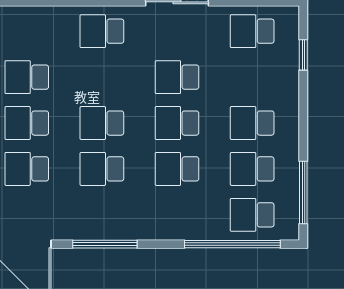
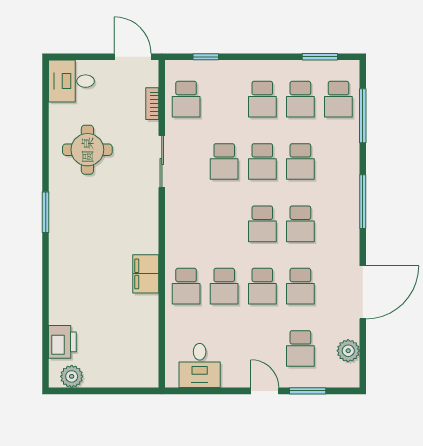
school desk: (102, 31) -> (186, 286), moved
window: (303, 192) -> (320, 57), width x0.69
window: (105, 244) -> (363, 202), moved
window: (232, 244) -> (363, 116), width x0.68

